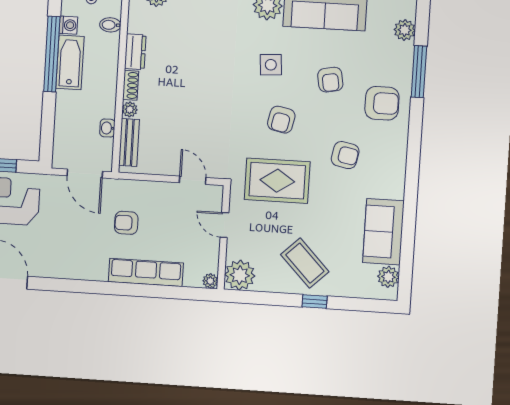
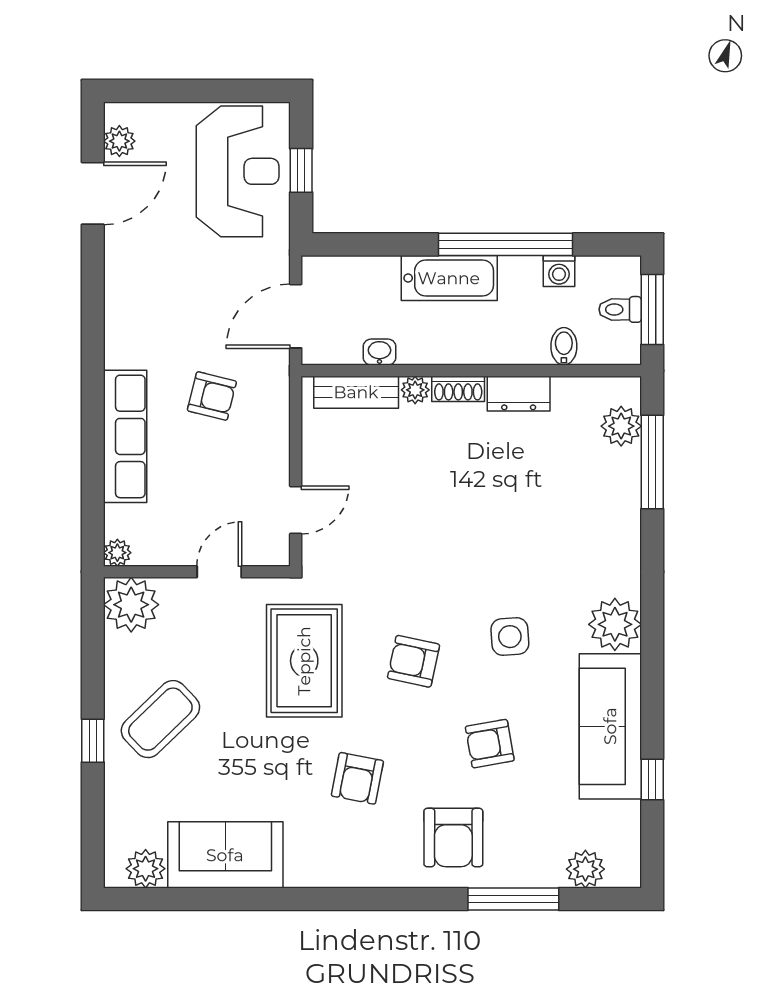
bathtub: (70, 62) -> (449, 278), moved
armchair: (126, 223) -> (212, 396), turned 104

